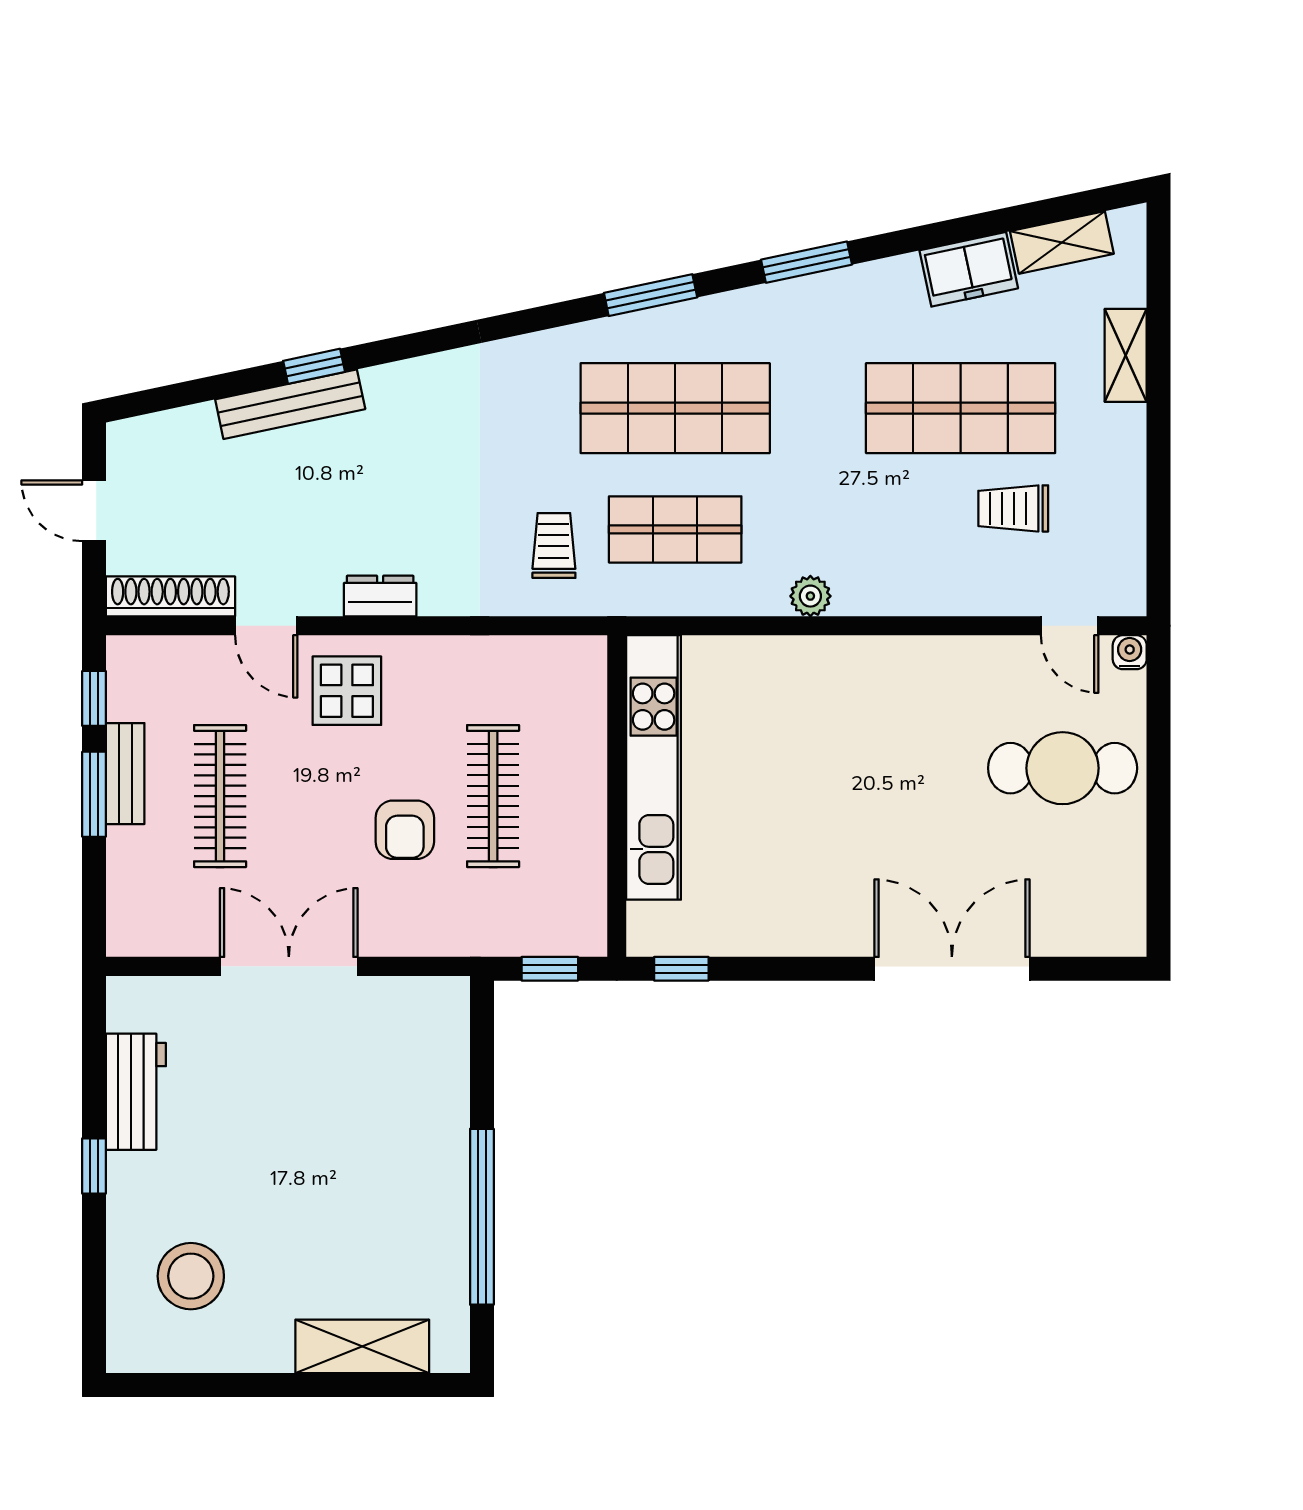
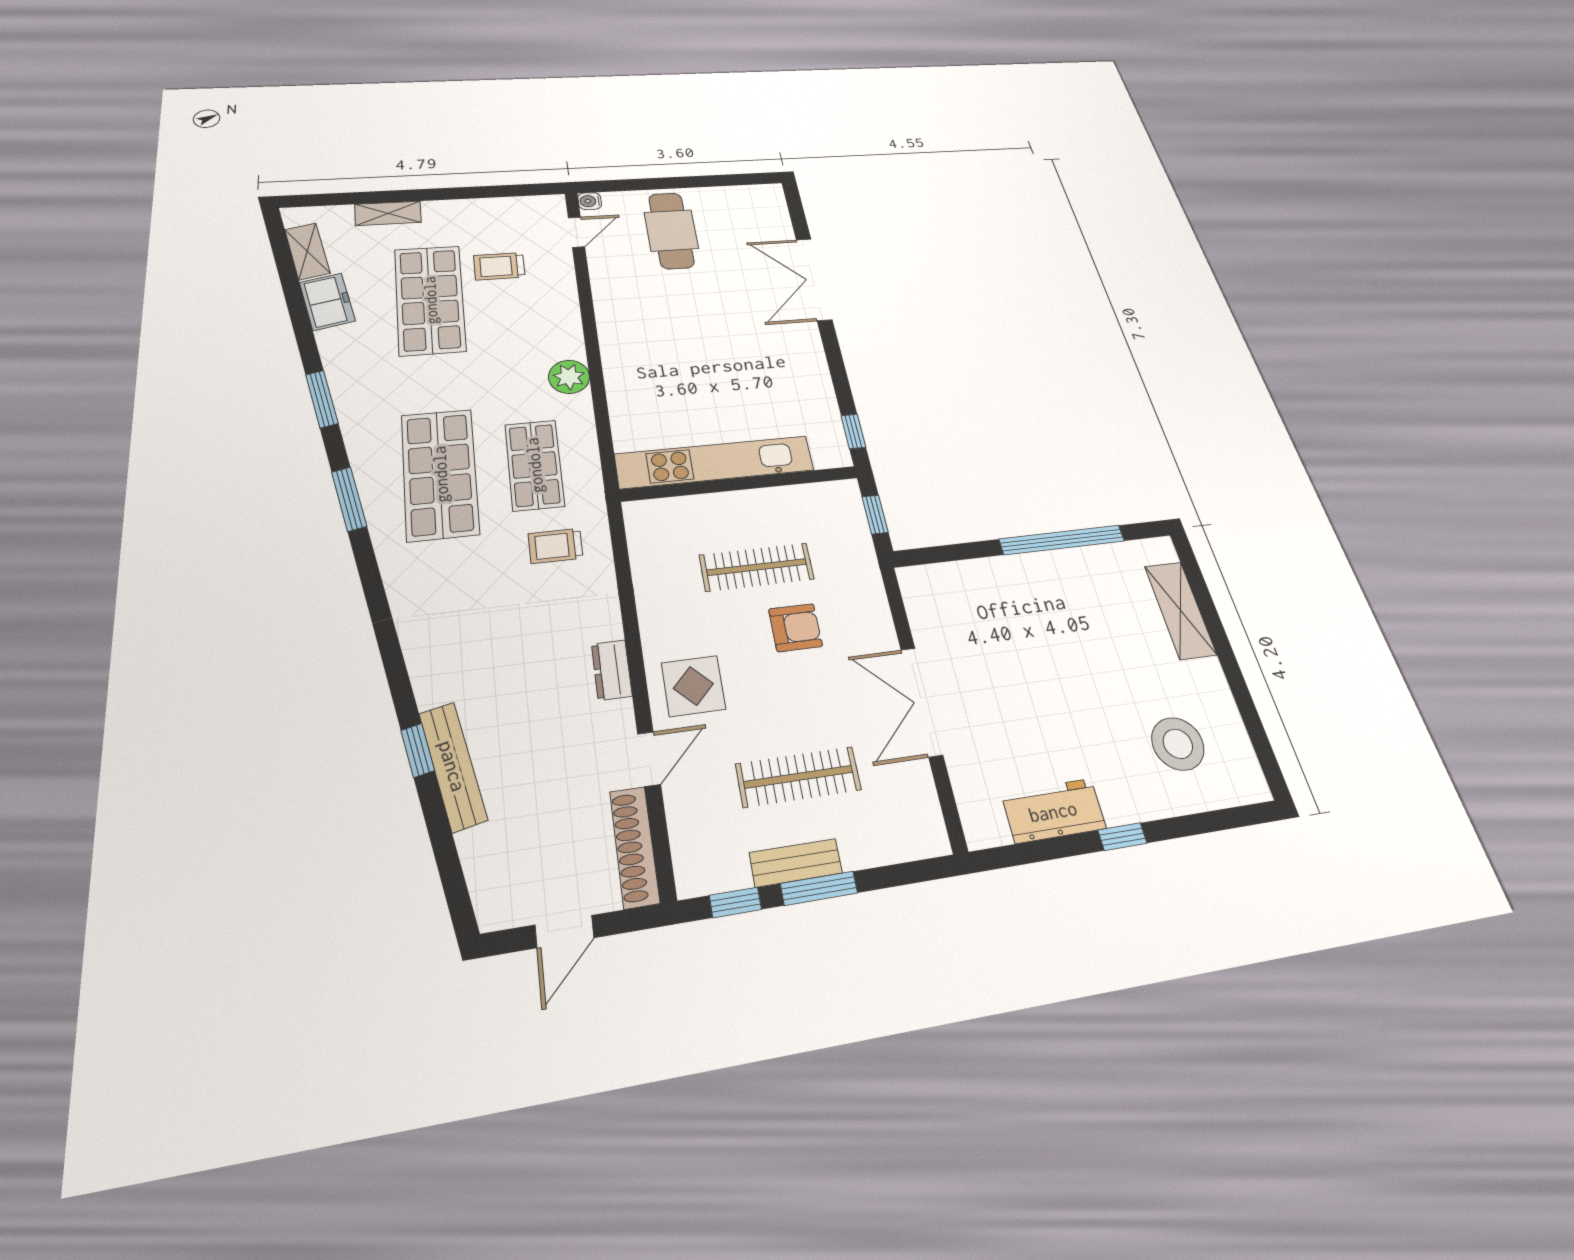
trolley: (1013, 508) -> (499, 266), turned 90
plant: (810, 596) -> (569, 377), width x1.38, depth x1.38

